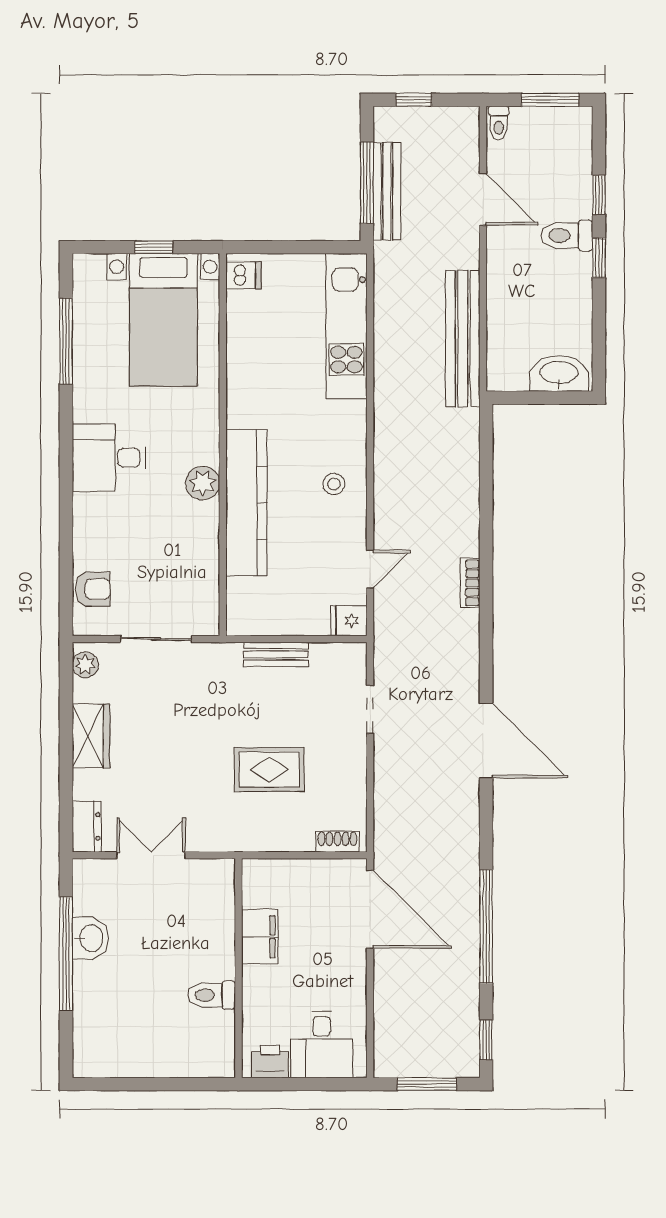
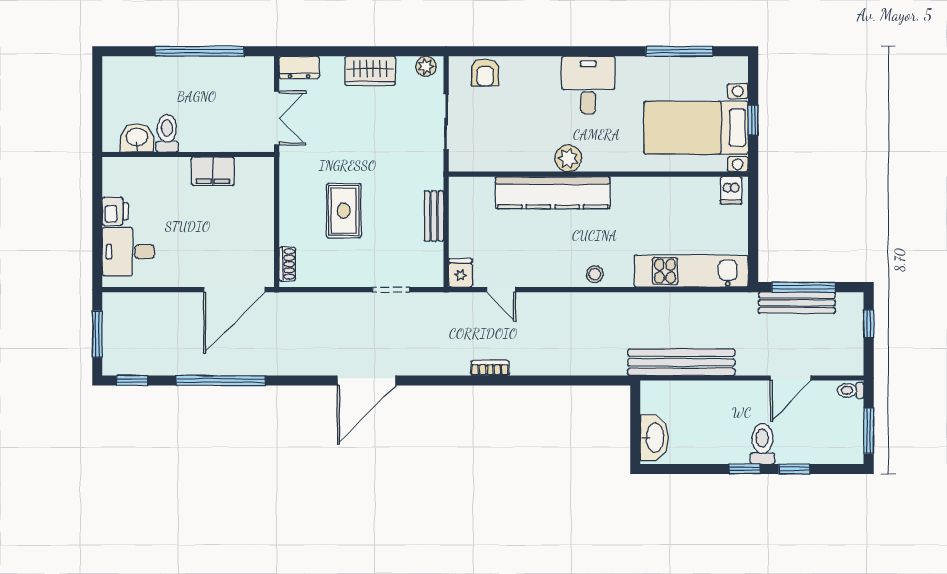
stool: (334, 484) -> (595, 274), moved
filing cabinet: (260, 937) -> (213, 171), moved
washbasin: (90, 938) -> (137, 138), moved, turned 180
wall: (238, 968) -> (188, 154), moved
toilet: (211, 995) -> (167, 133), moved

